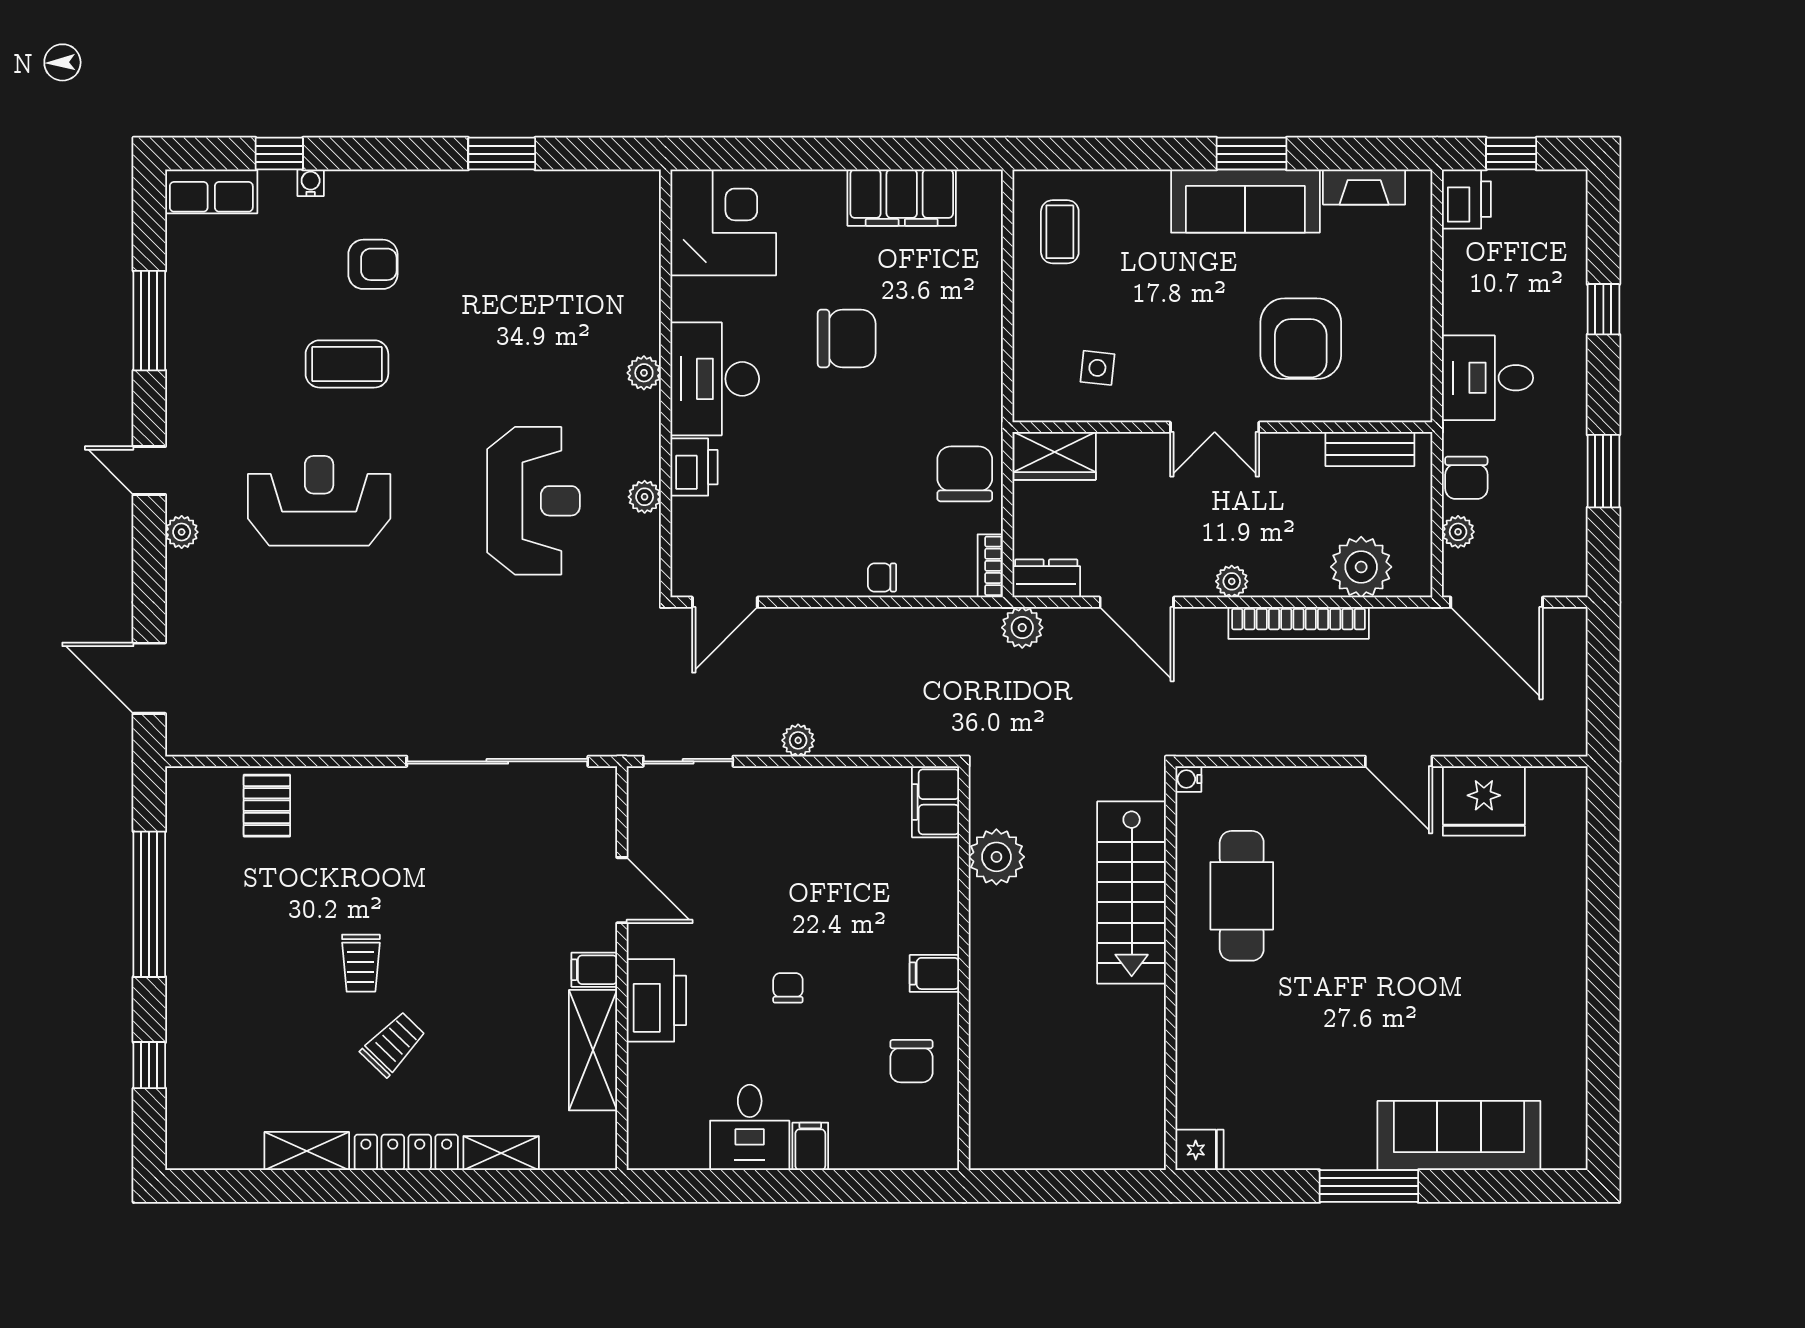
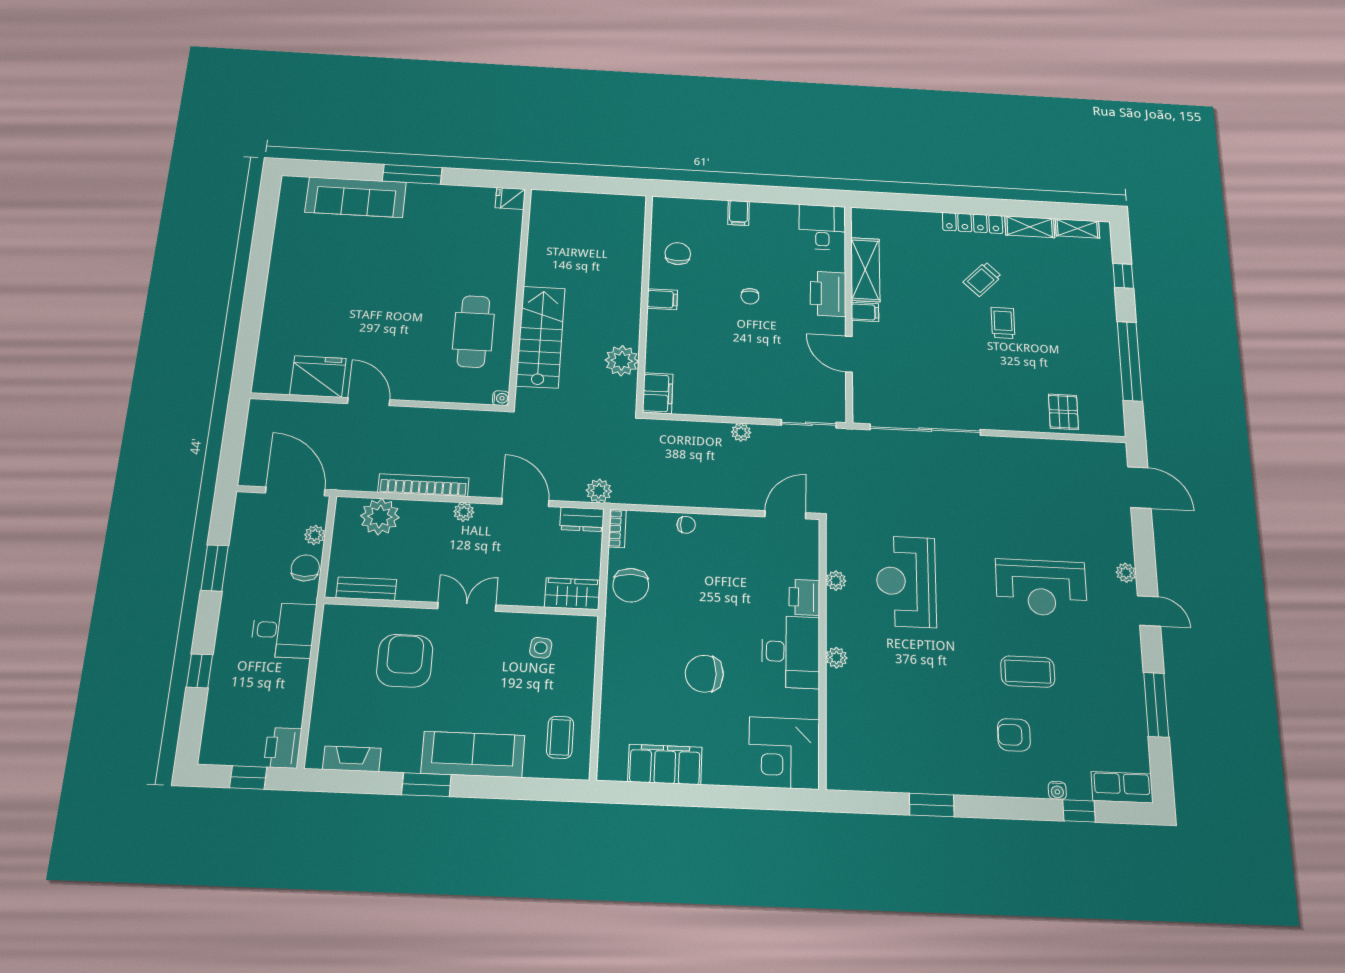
sofa: (1245, 201) -> (473, 754), moved
desk: (750, 1127) -> (822, 227), moved
shelving: (501, 1153) -> (1077, 228), moved

